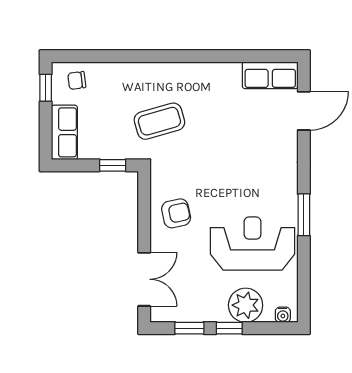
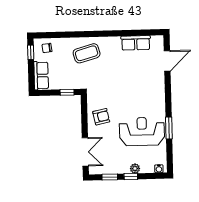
row of seats: (270, 75) -> (136, 43), moved
coffee table: (159, 121) -> (87, 53), moved
window: (304, 215) -> (169, 128), moved
plant: (246, 305) -> (135, 169), width x0.53, depth x0.53

